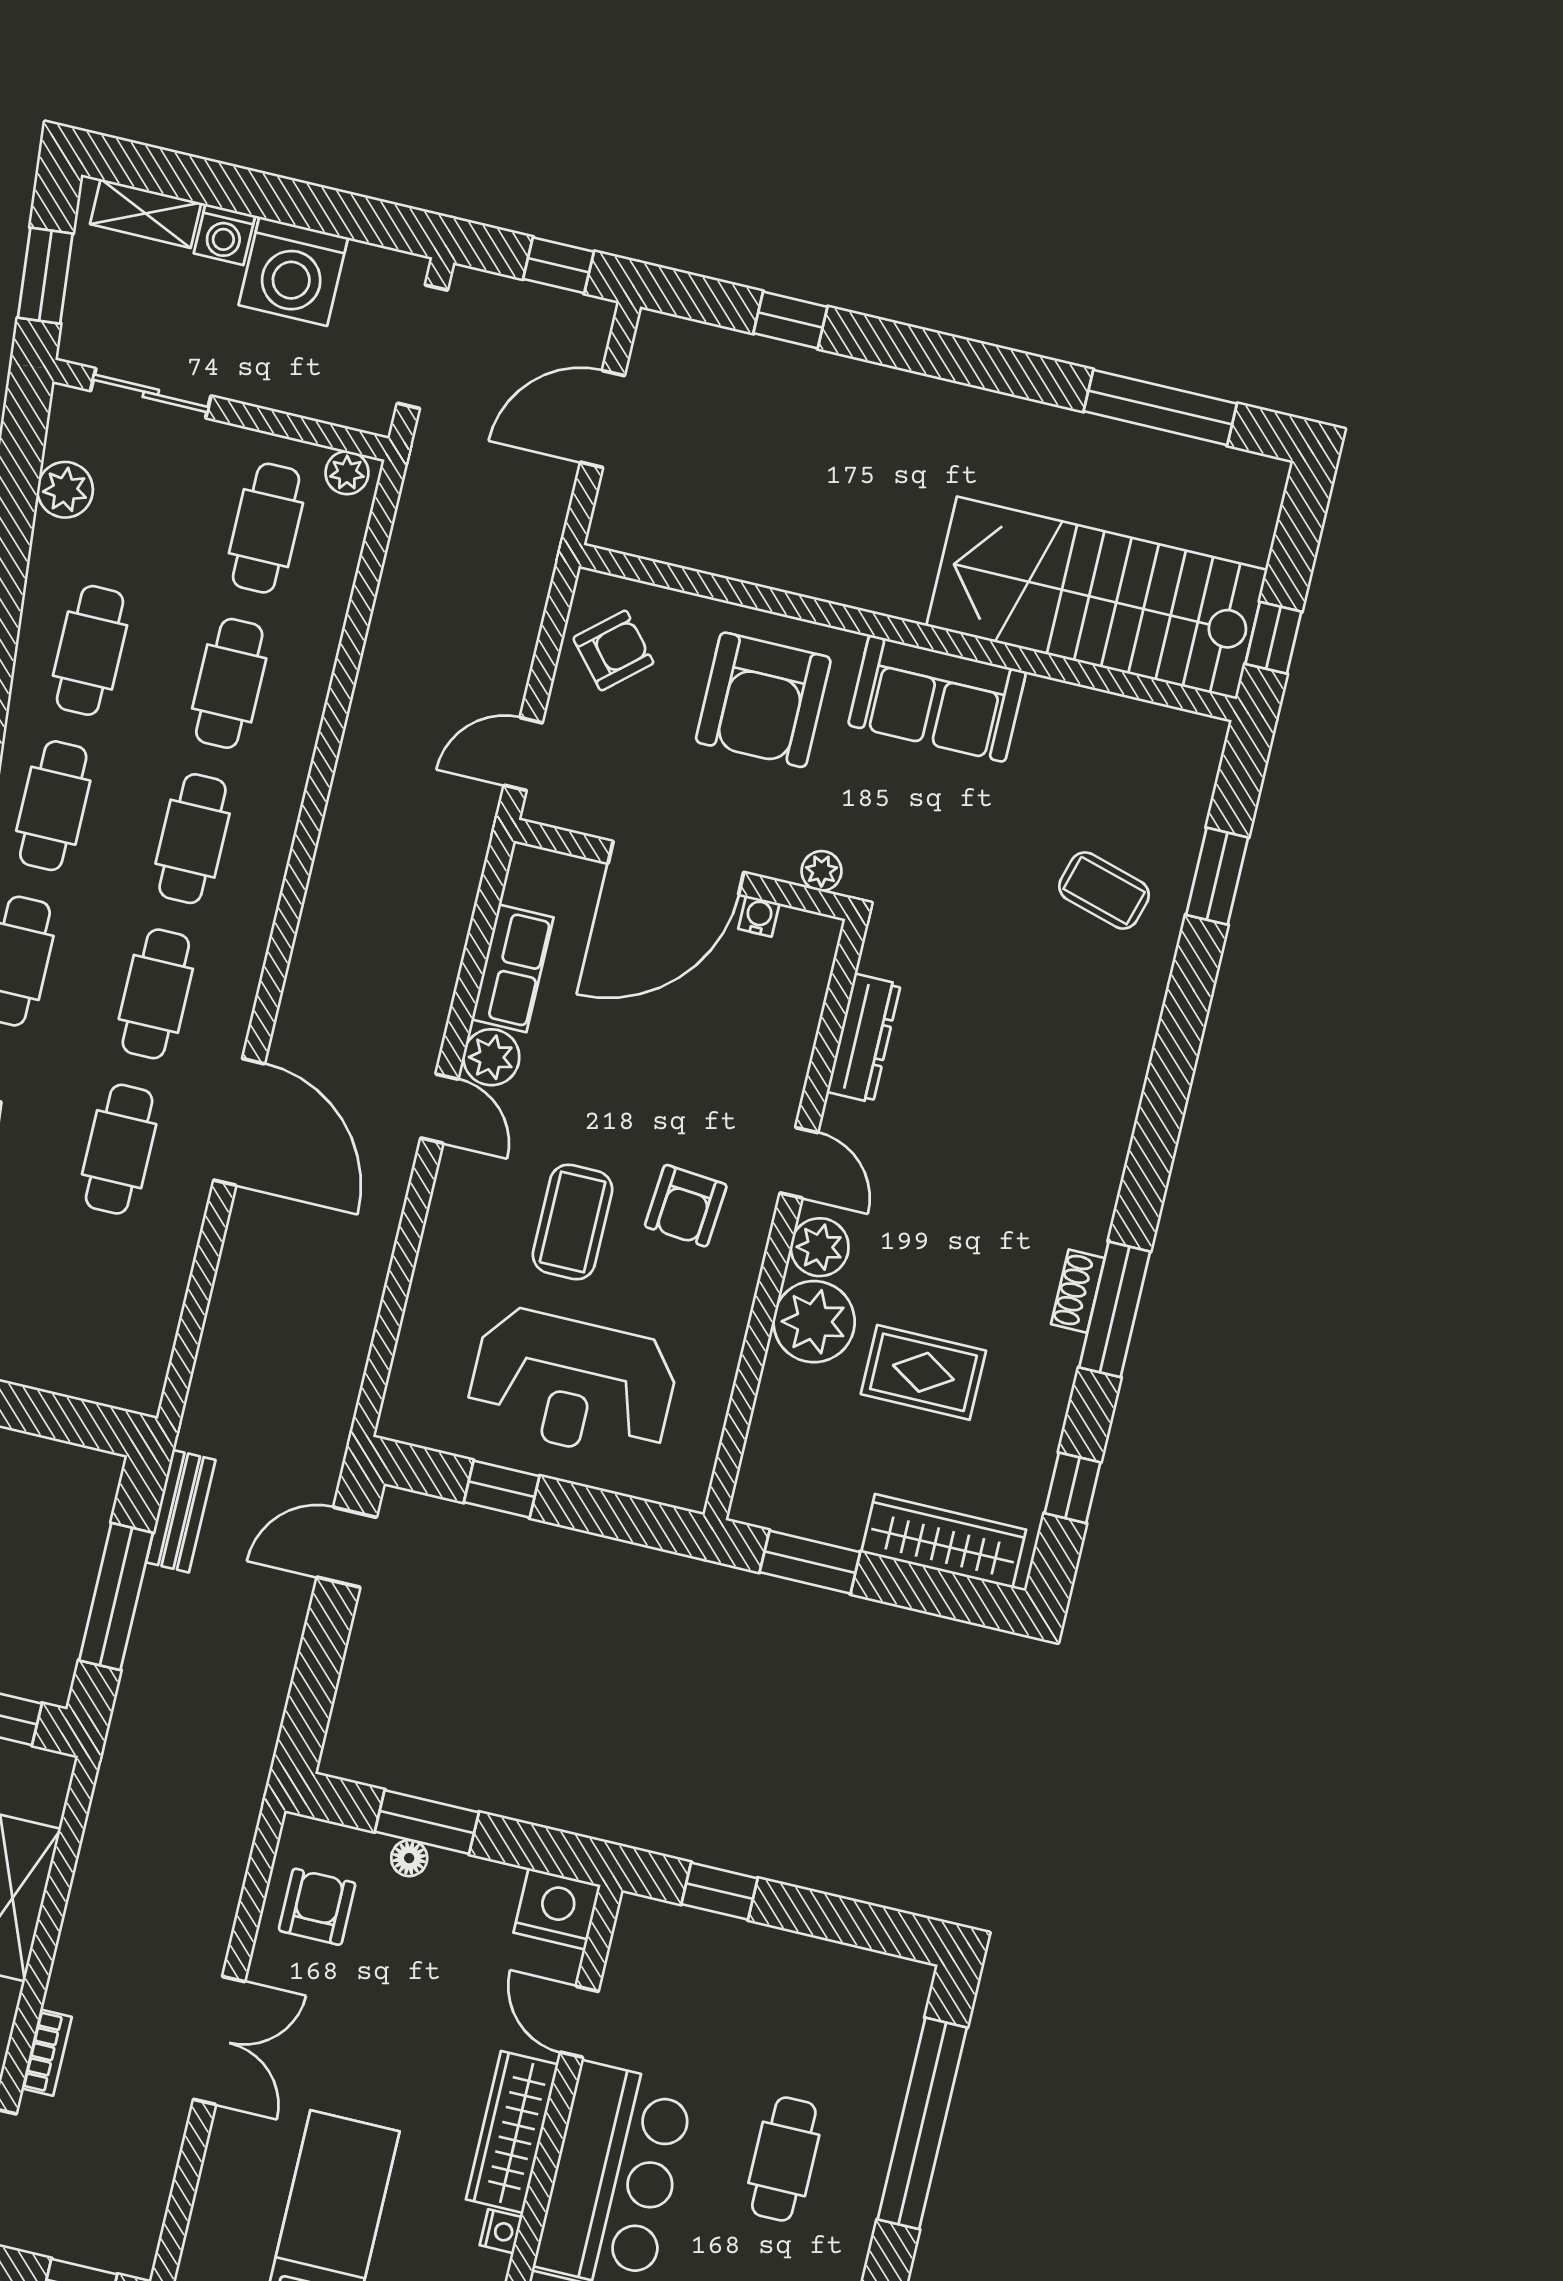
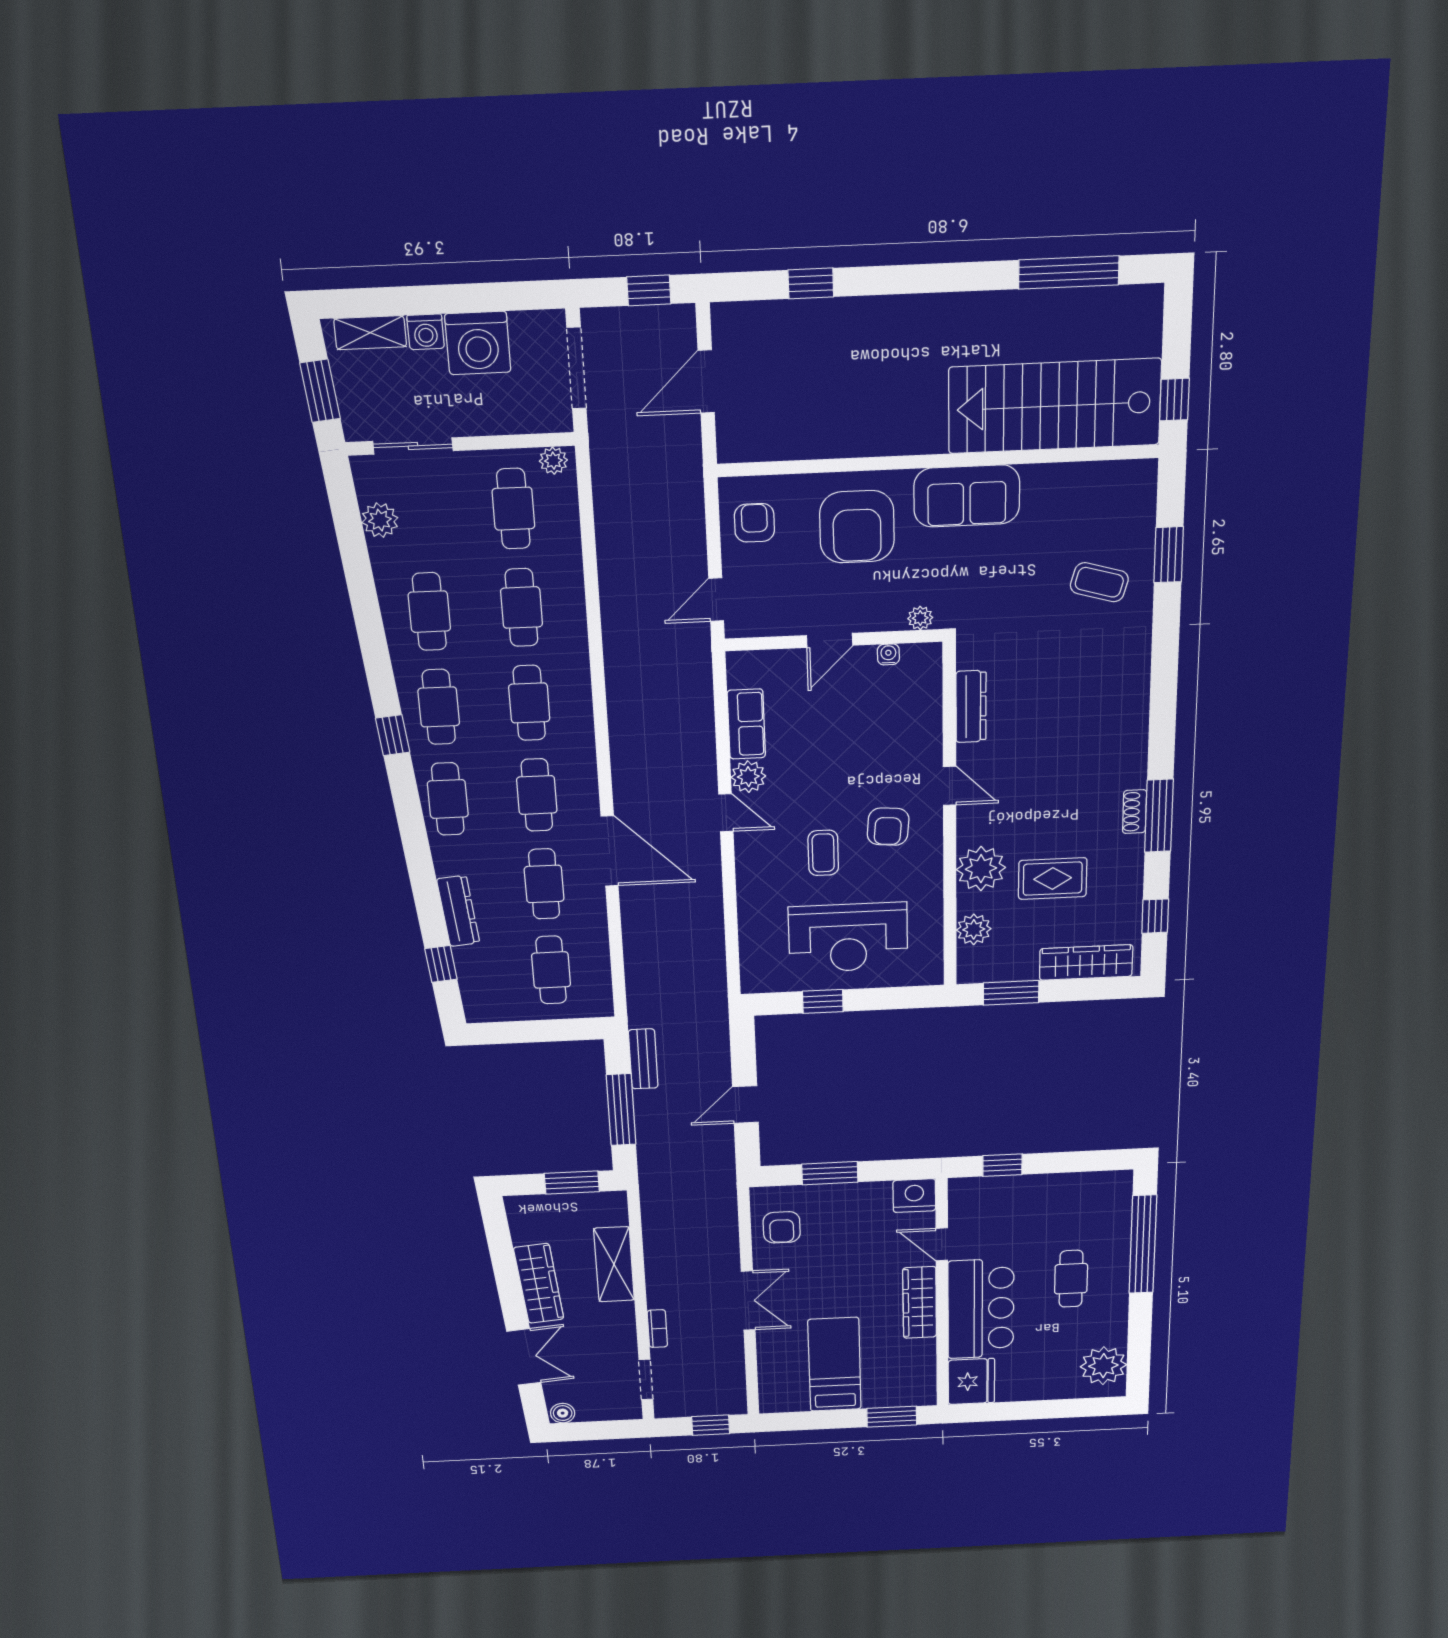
armchair: (613, 650) -> (754, 523), turned -49
door: (676, 868) -> (830, 640), width x0.53
coffee table: (572, 1222) -> (823, 853), width x0.73, depth x0.77
plant: (820, 1247) -> (974, 929), moved
cafe table: (82, 1304) -> (551, 970), added
door: (347, 1547) -> (745, 1104), moved
floor lamp: (409, 1858) -> (825, 1192), removed
armchair: (317, 1907) -> (782, 1227), turned 180
nightstand: (501, 2231) -> (927, 1347), removed

